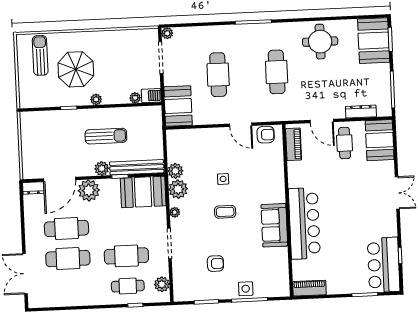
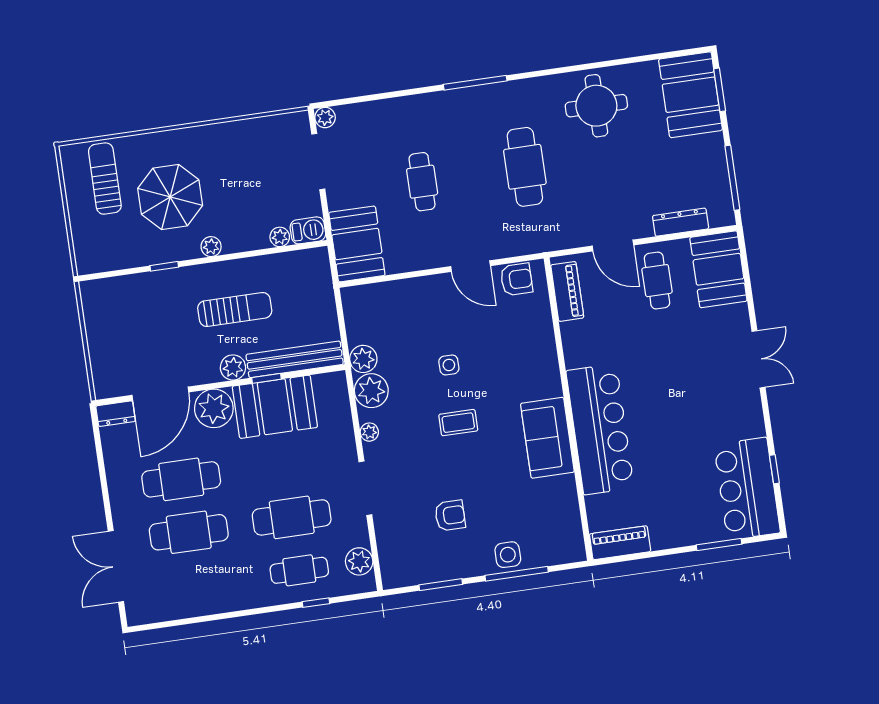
cafe table: (218, 75) -> (422, 182), width x0.73, depth x0.74
booth: (143, 192) -> (275, 407), moved

